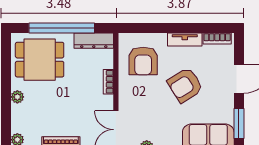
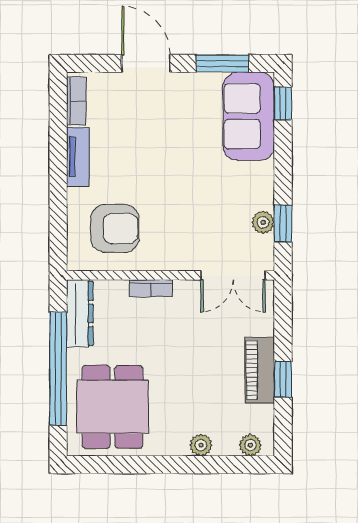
armchair: (185, 85) -> (156, 156), removed
plant: (17, 97) -> (201, 445), moved

